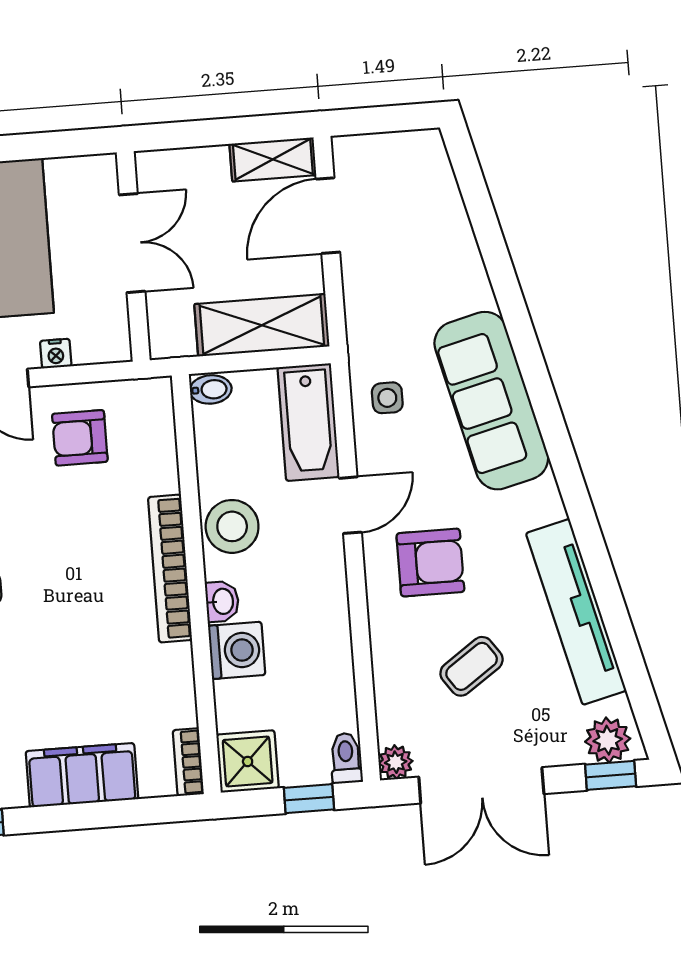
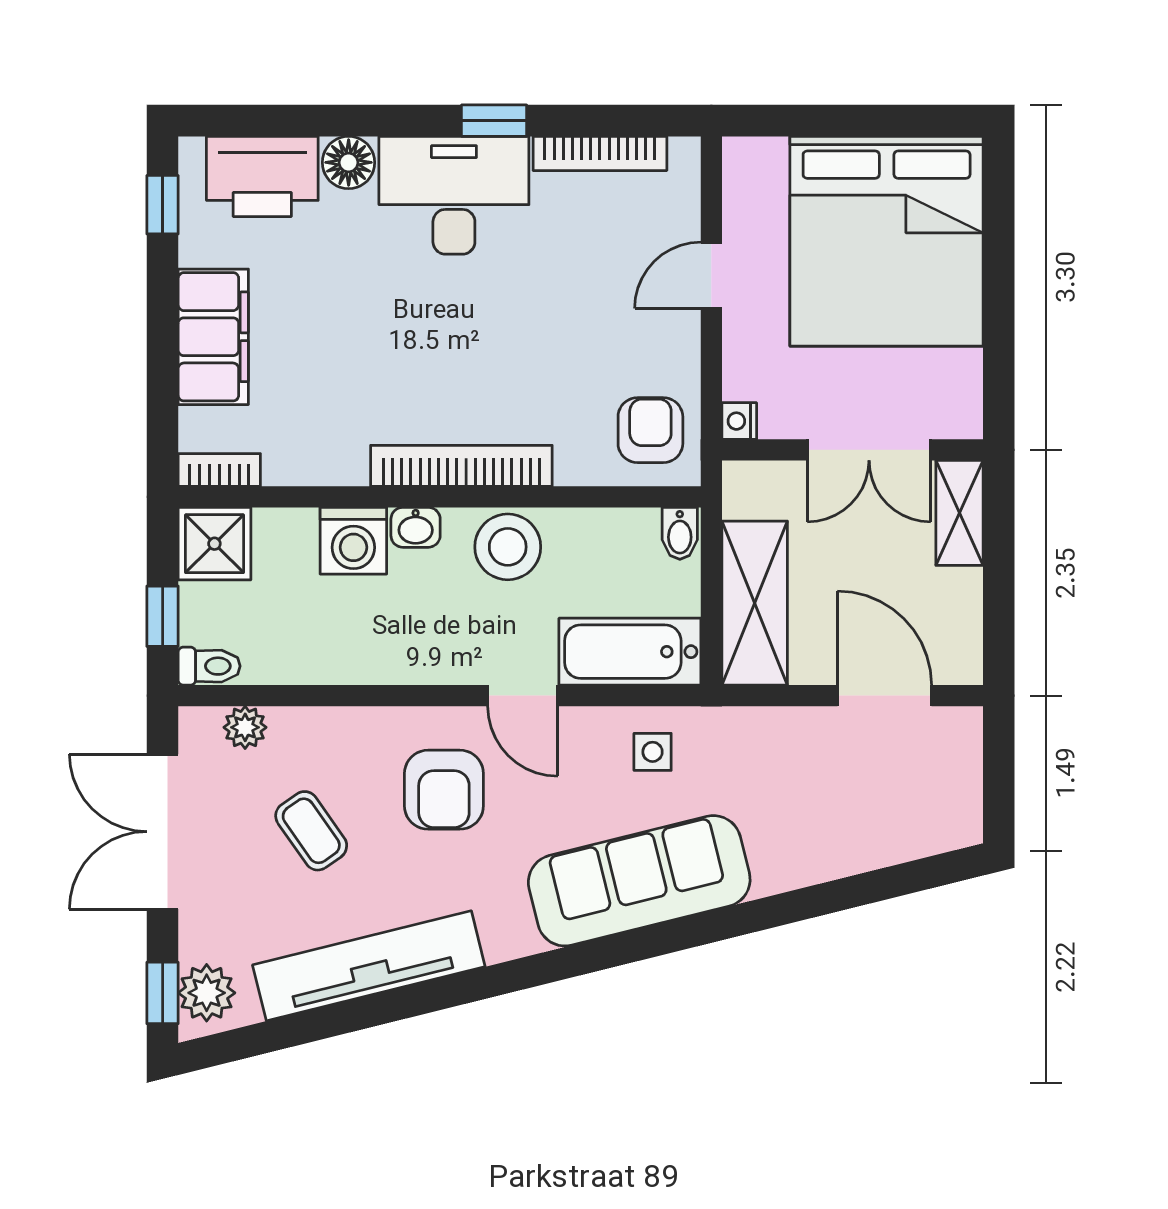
shelving: (273, 159) -> (959, 513), moved
nightstand: (56, 354) -> (739, 421), moved
armchair: (80, 438) -> (650, 430), moved
plant: (396, 762) -> (245, 727), moved

